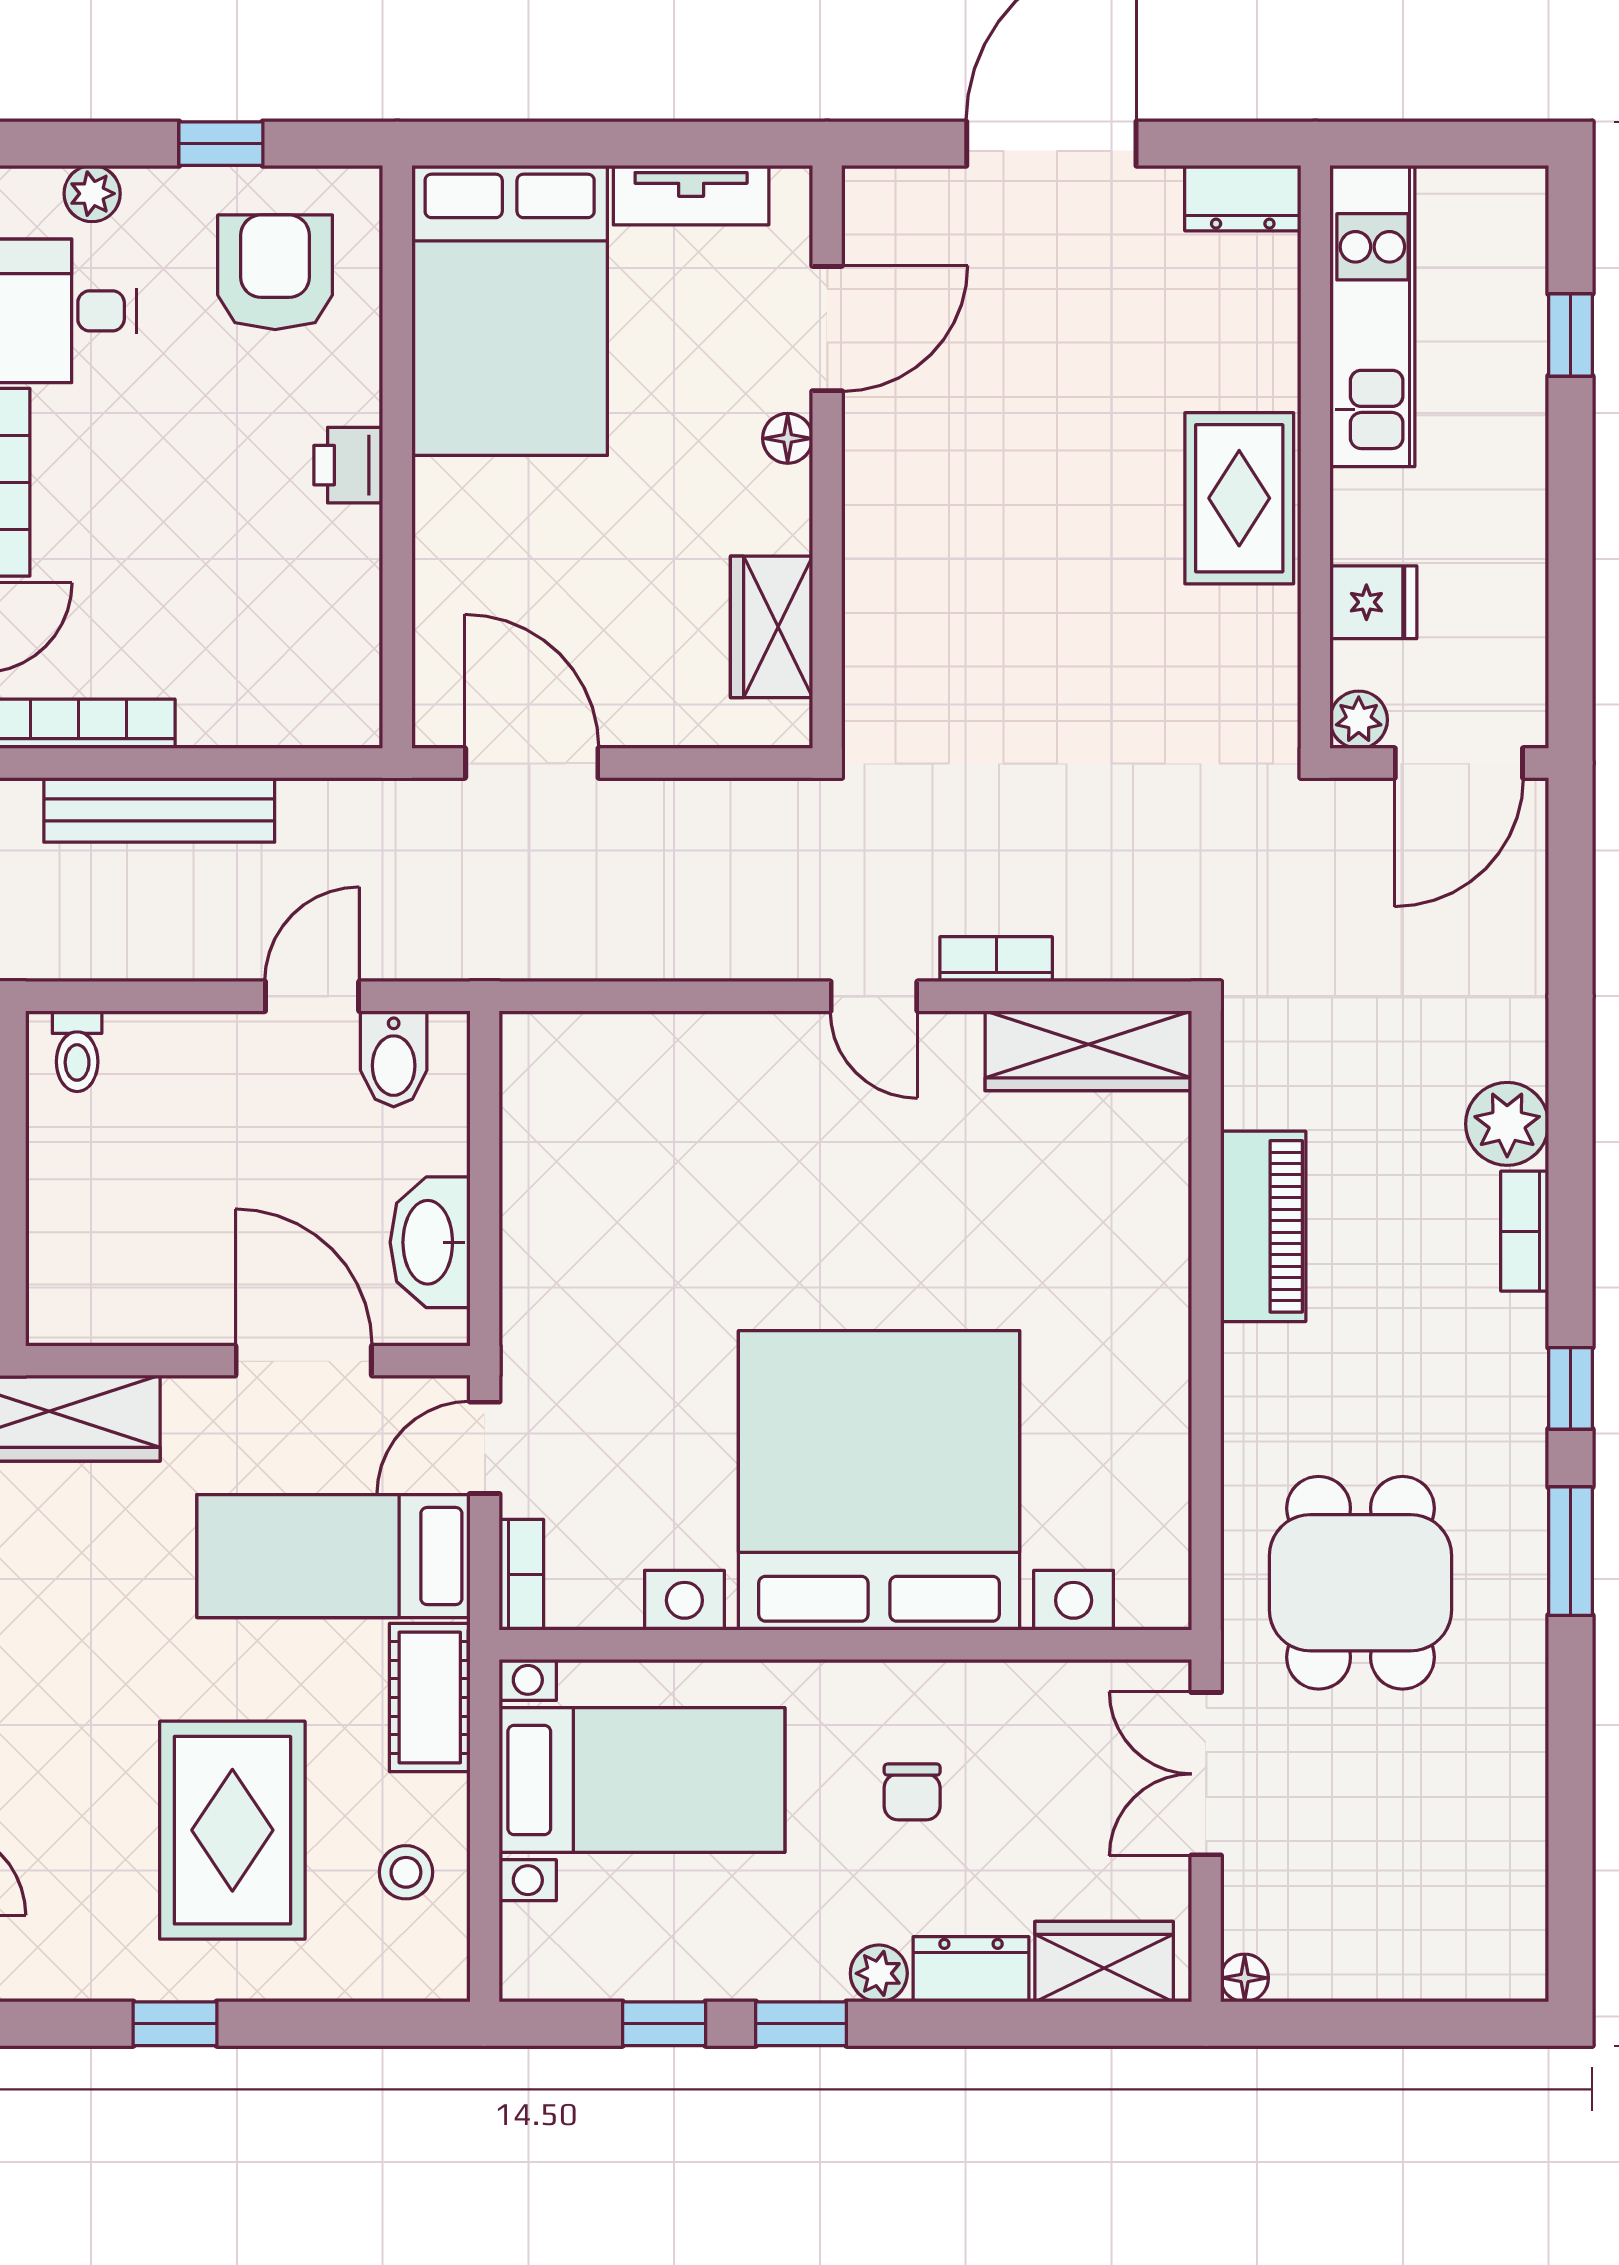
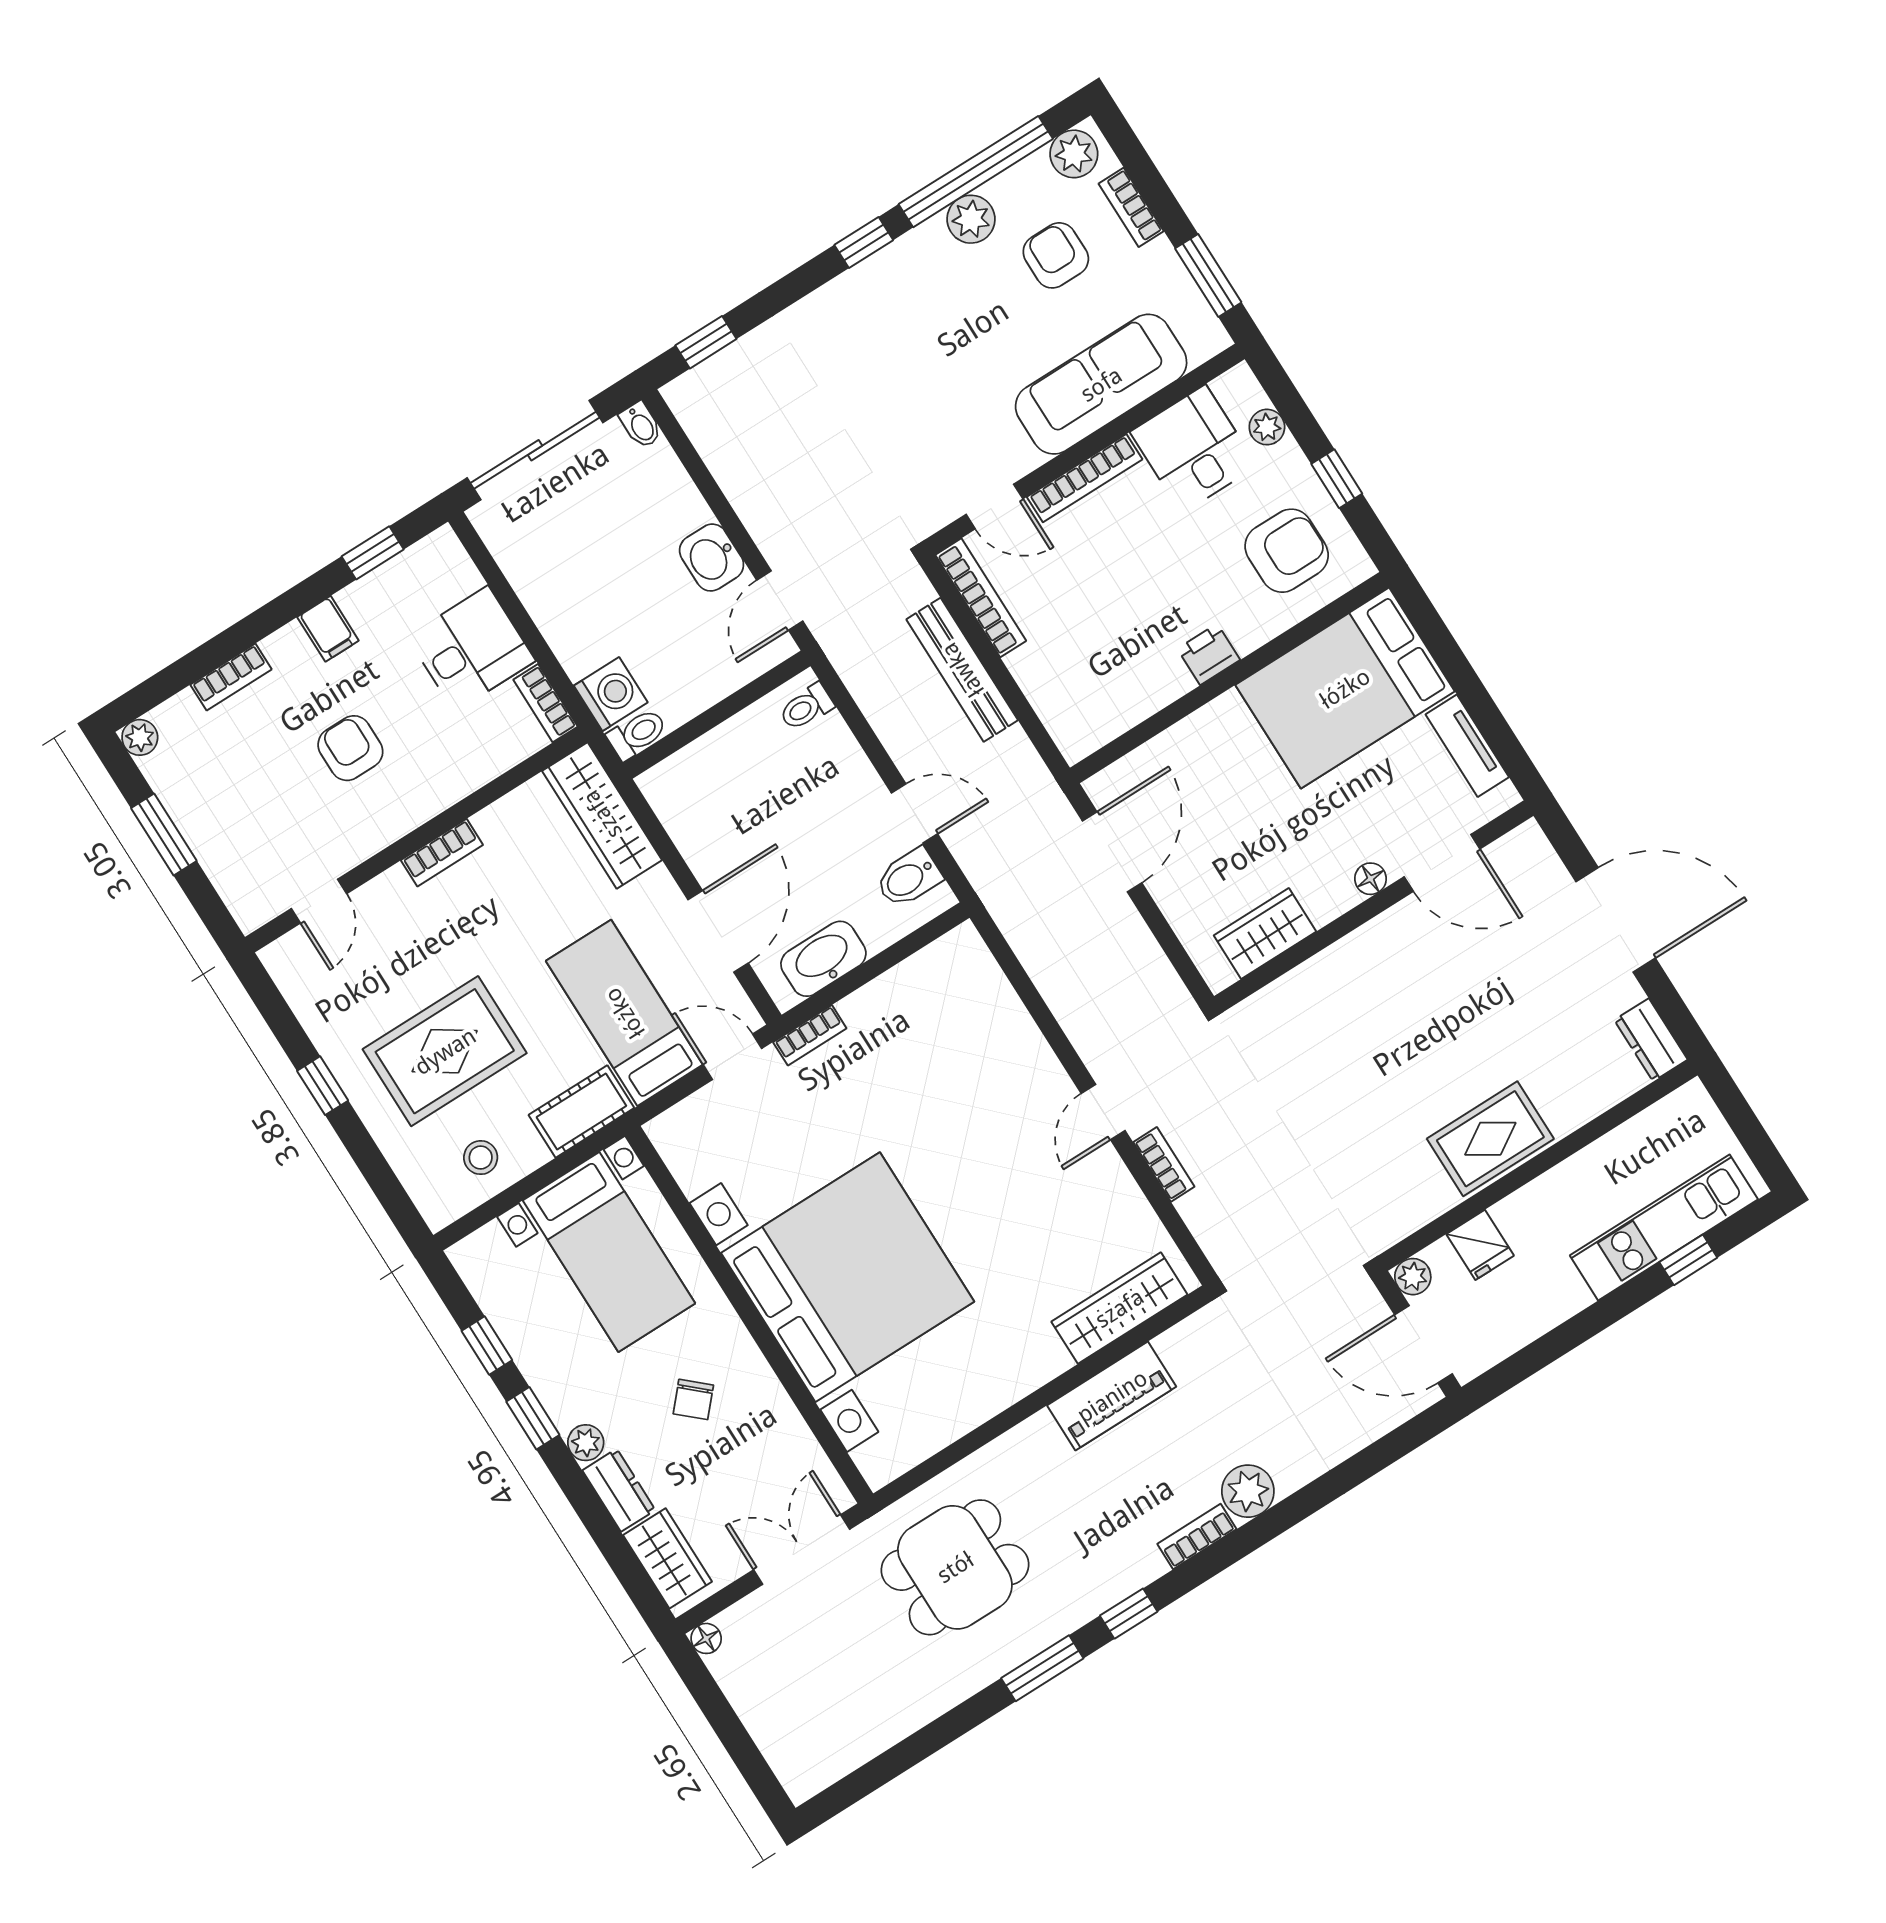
kitchen unit: (1372, 316) -> (1664, 1227), moved, turned 180
wardrobe: (1088, 1051) -> (1119, 1308), moved, turned 90
bookcase: (521, 1575) -> (810, 1035), moved
chair: (912, 1792) -> (693, 1399), turned -48

